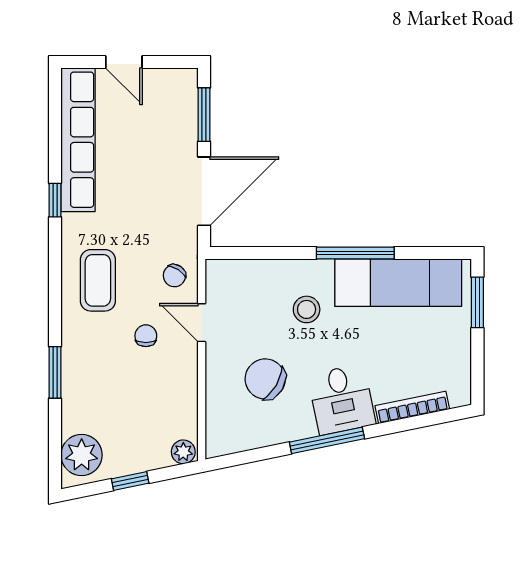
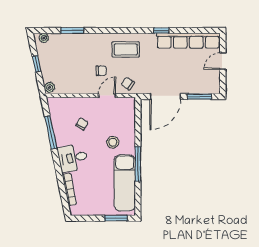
door: (204, 191) -> (165, 97), hinge flipped
window: (55, 372) -> (72, 30), moved
chair: (265, 379) -> (82, 124), width x0.54, depth x0.54
window: (327, 440) -> (51, 132), moved
plant: (82, 455) -> (44, 38), width x0.53, depth x0.53

